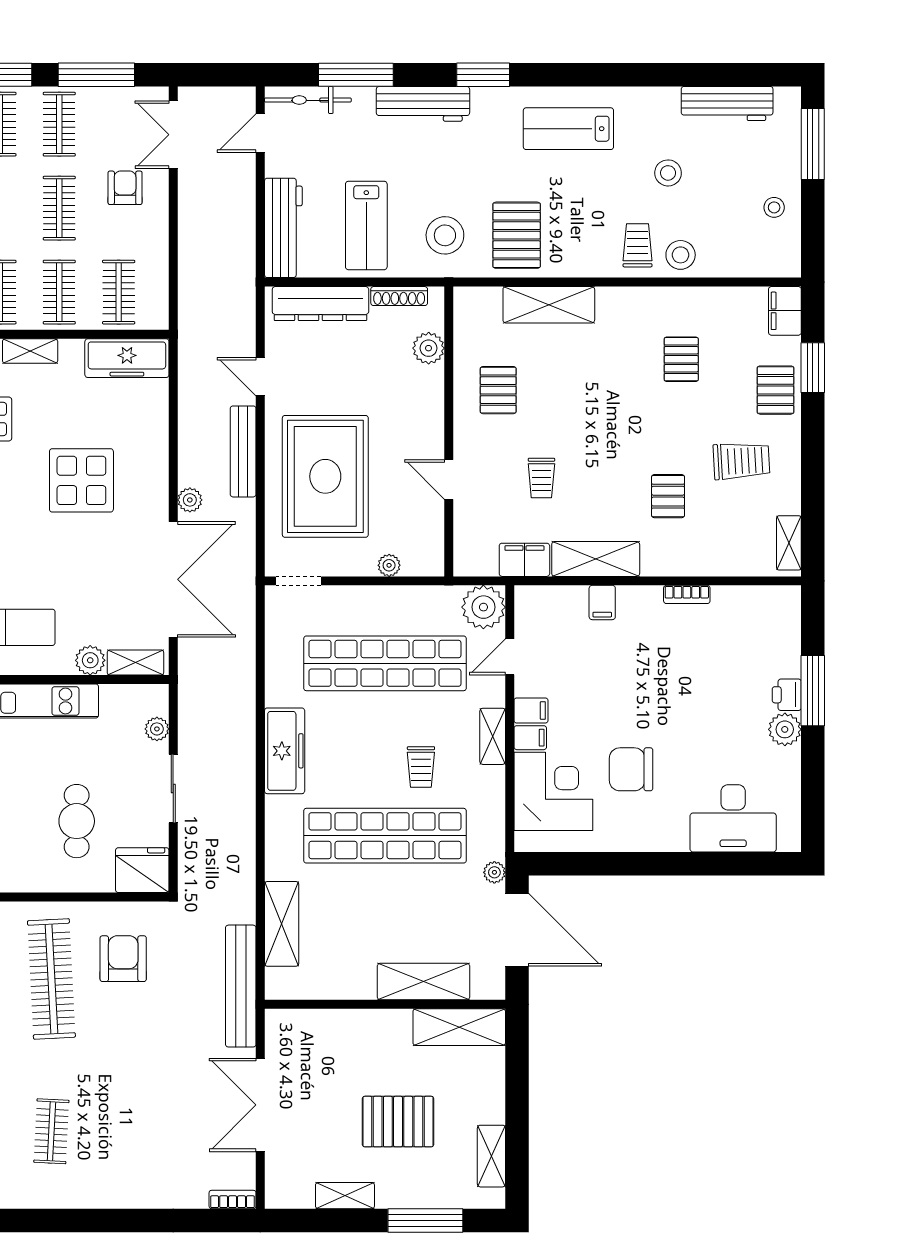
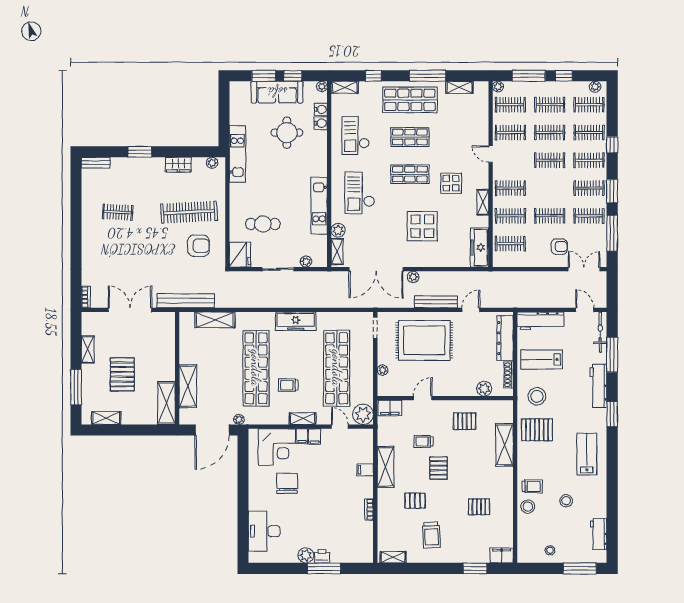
workbench: (727, 104) -> (599, 534), width x0.73
pallet: (775, 390) -> (439, 468), moved, turned 90
filing cabinet: (524, 560) -> (390, 408), moved, turned 90

